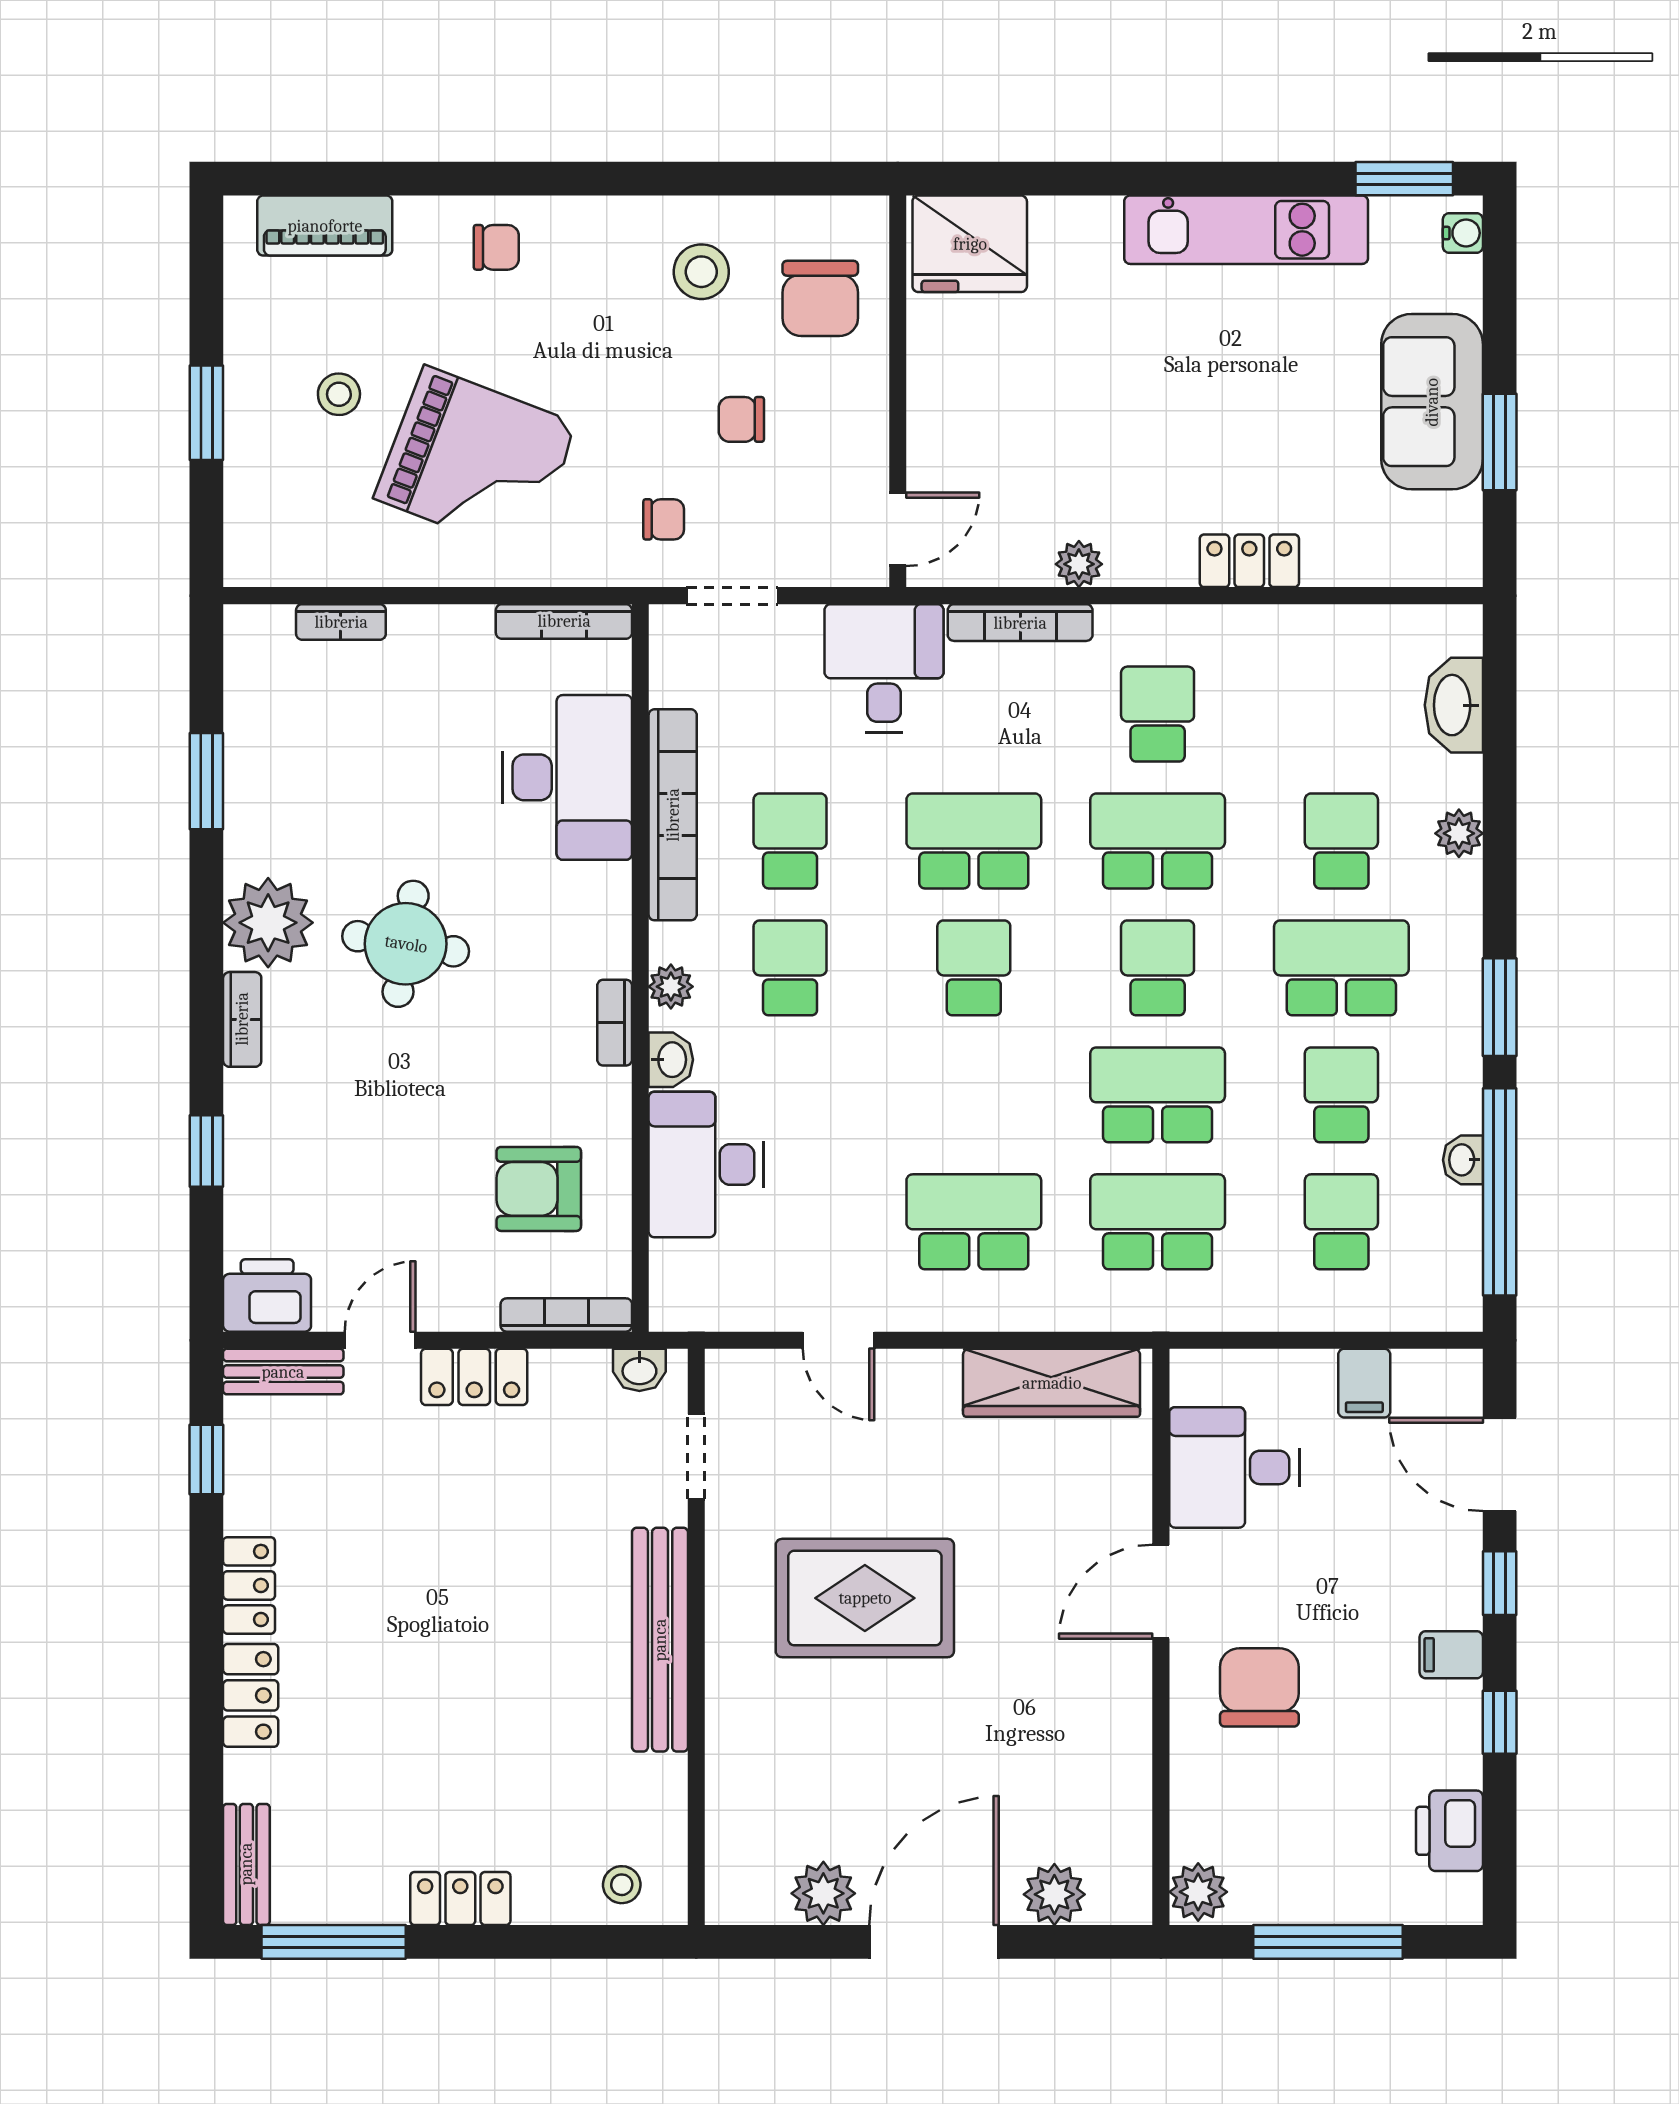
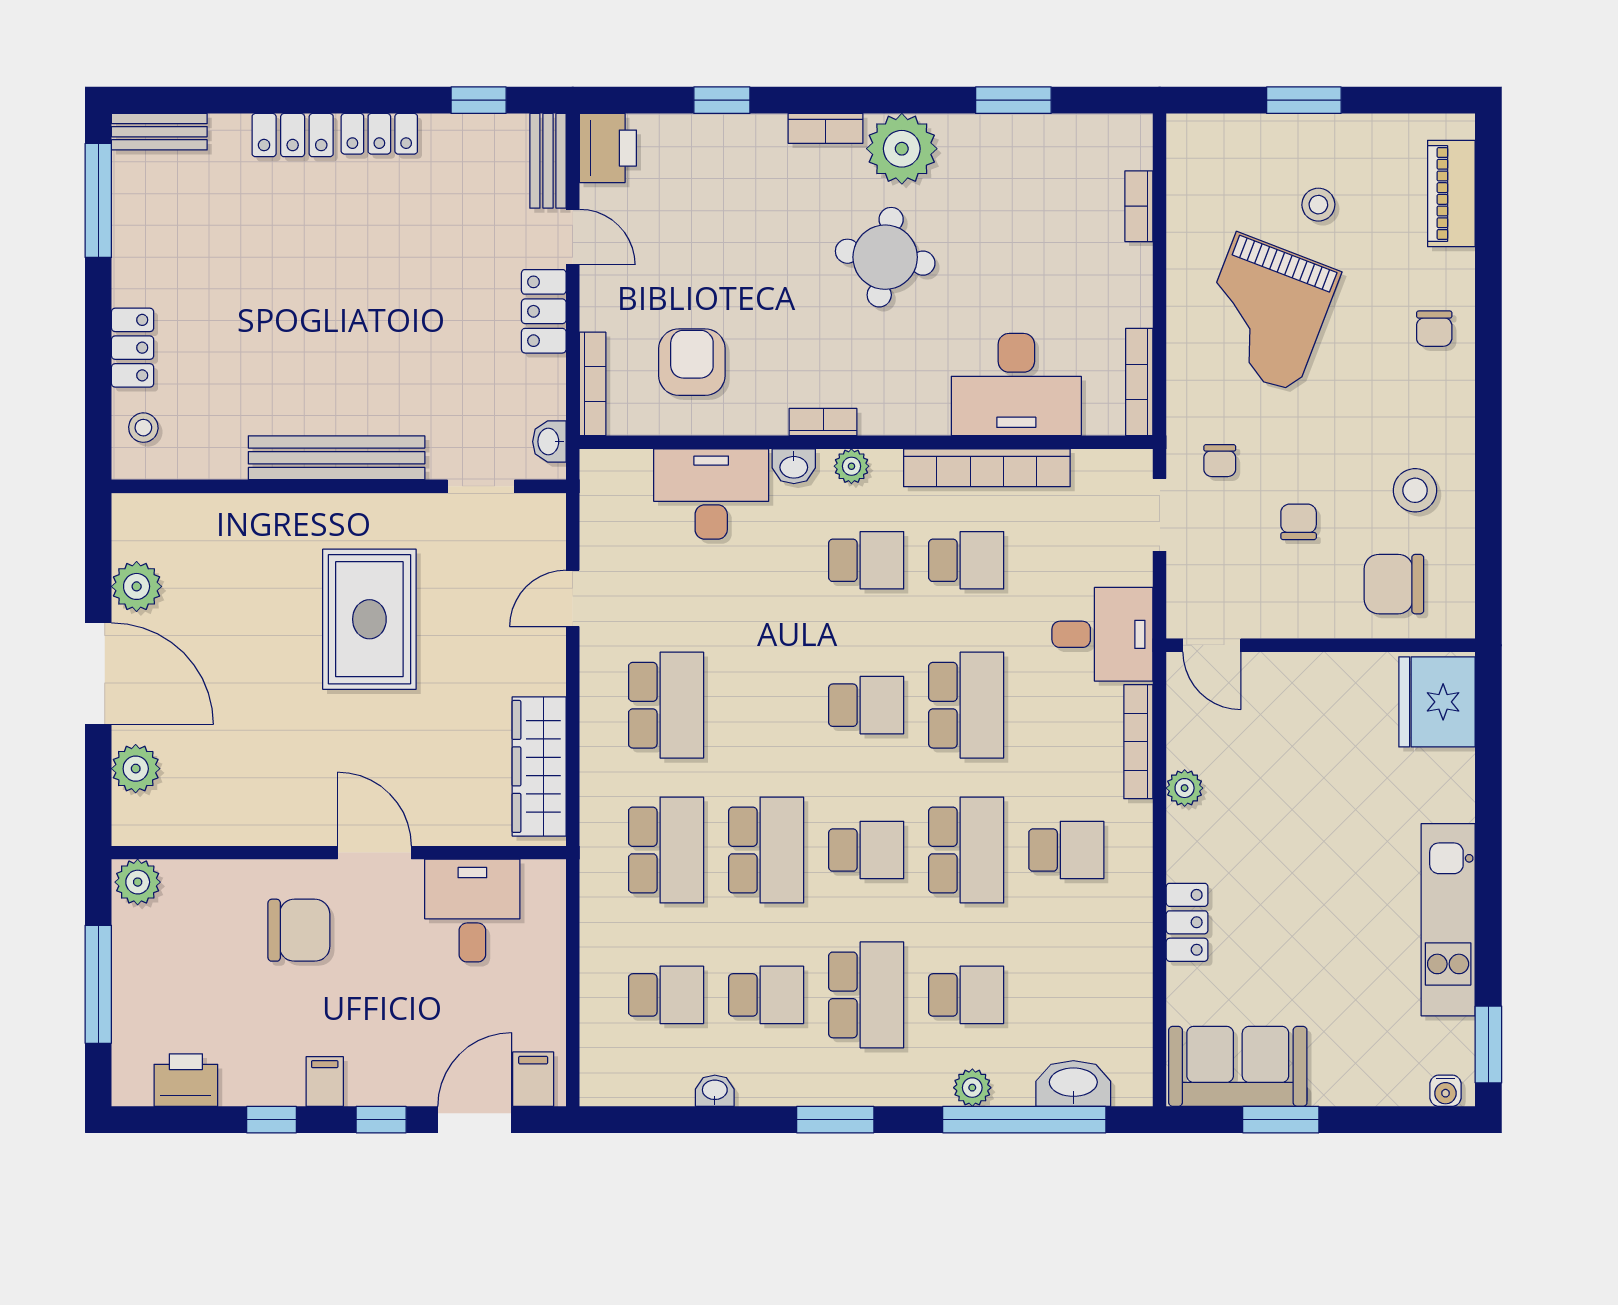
sofa: (1432, 402) -> (1238, 1066), moved
window: (1500, 1192) -> (1024, 1120), moved
filing cabinet: (1364, 1383) -> (533, 1079), moved, turned 90
locker: (460, 1898) -> (133, 348), moved

